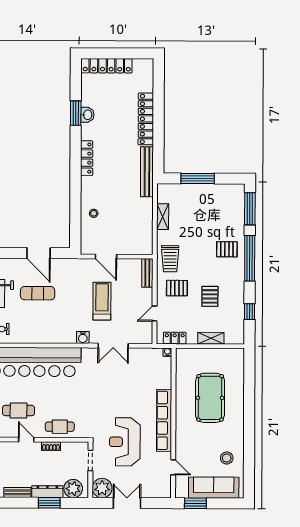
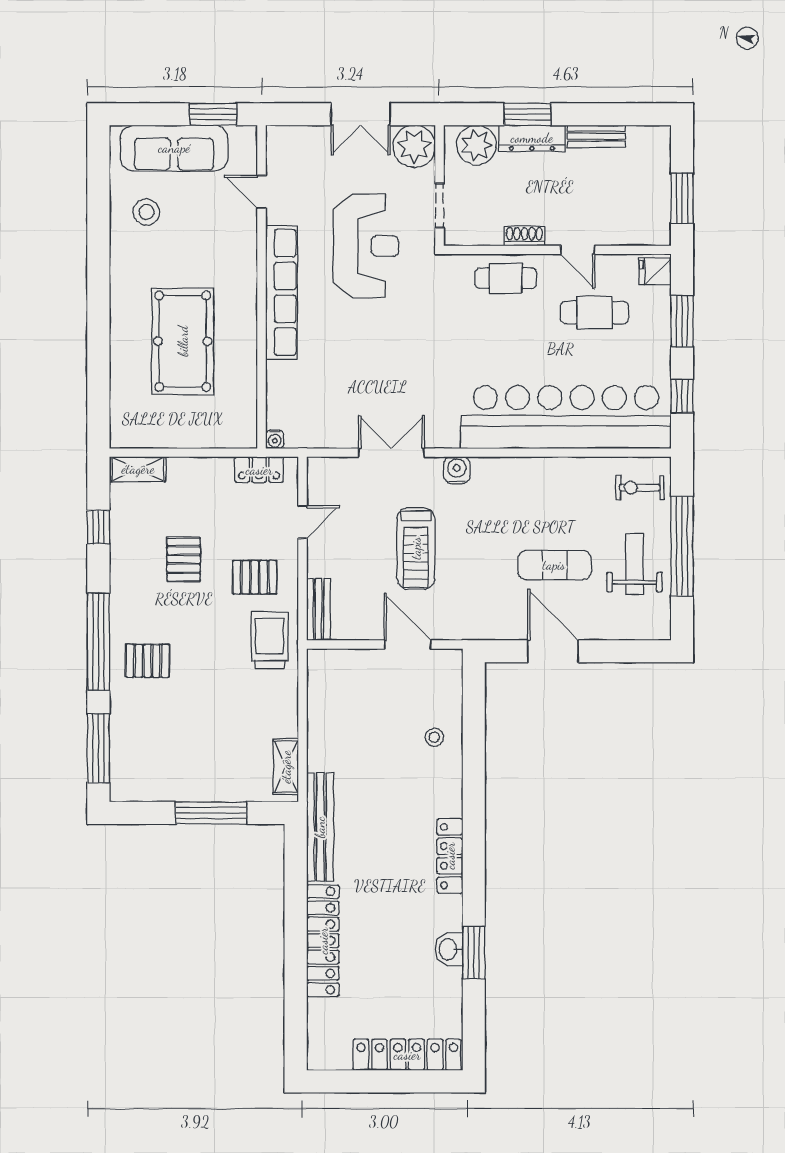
shelving: (163, 217) -> (286, 767), moved
shelving: (211, 338) -> (138, 469), moved

